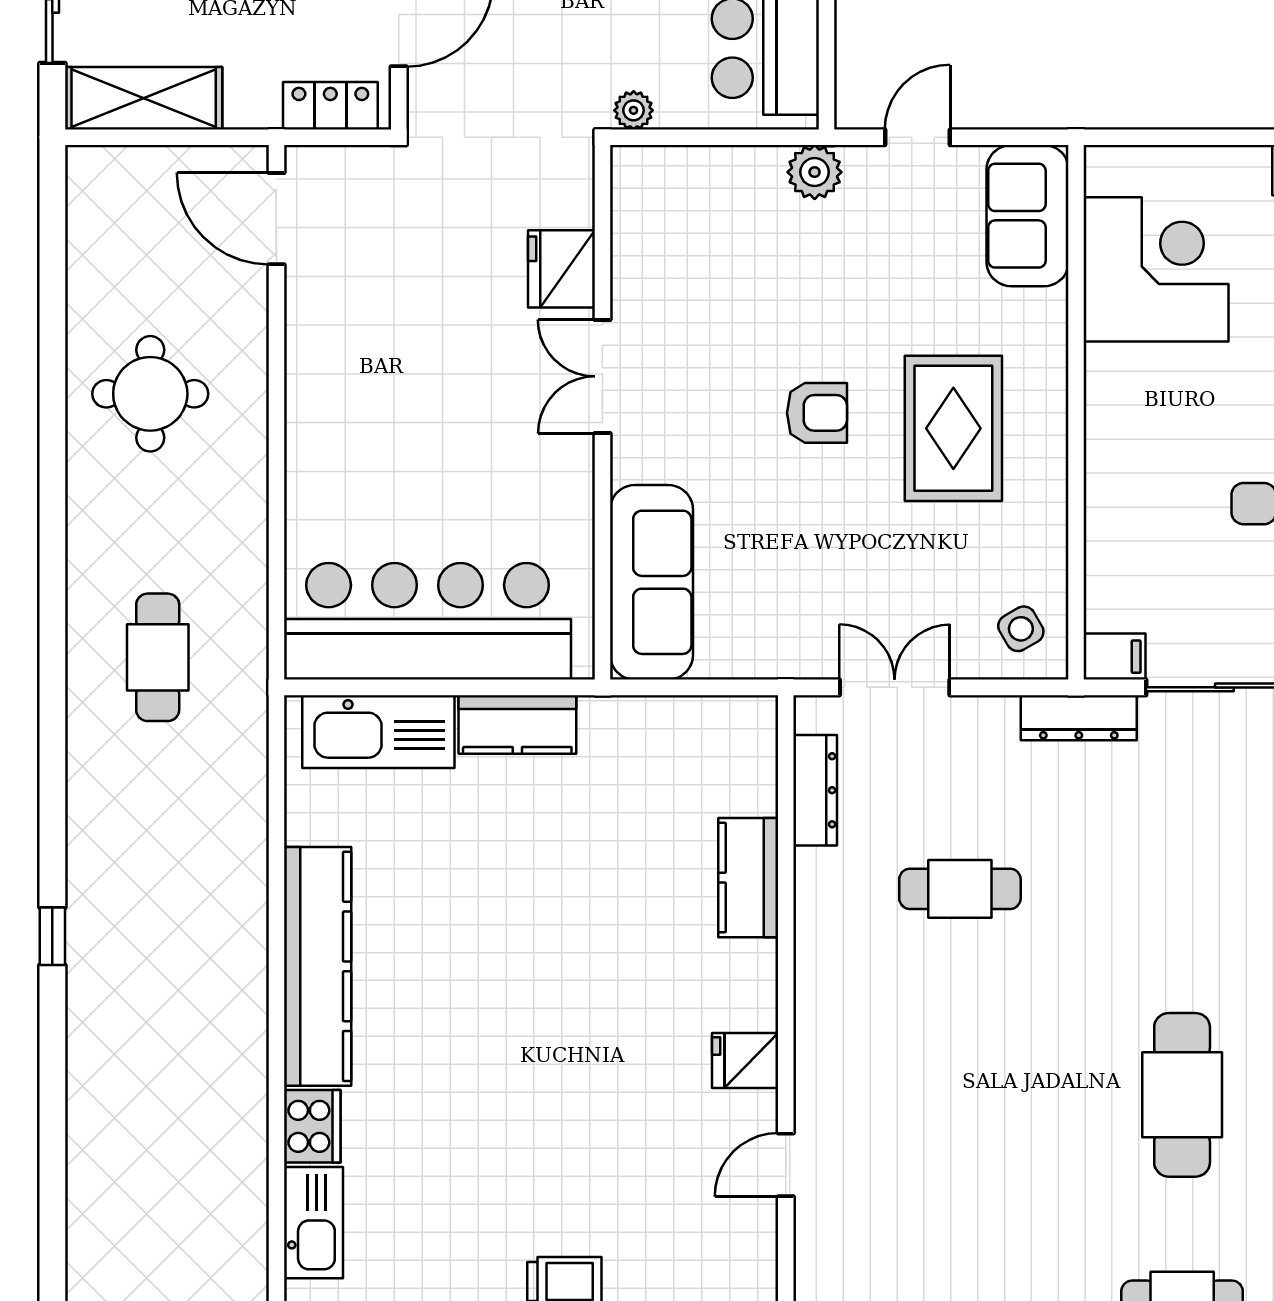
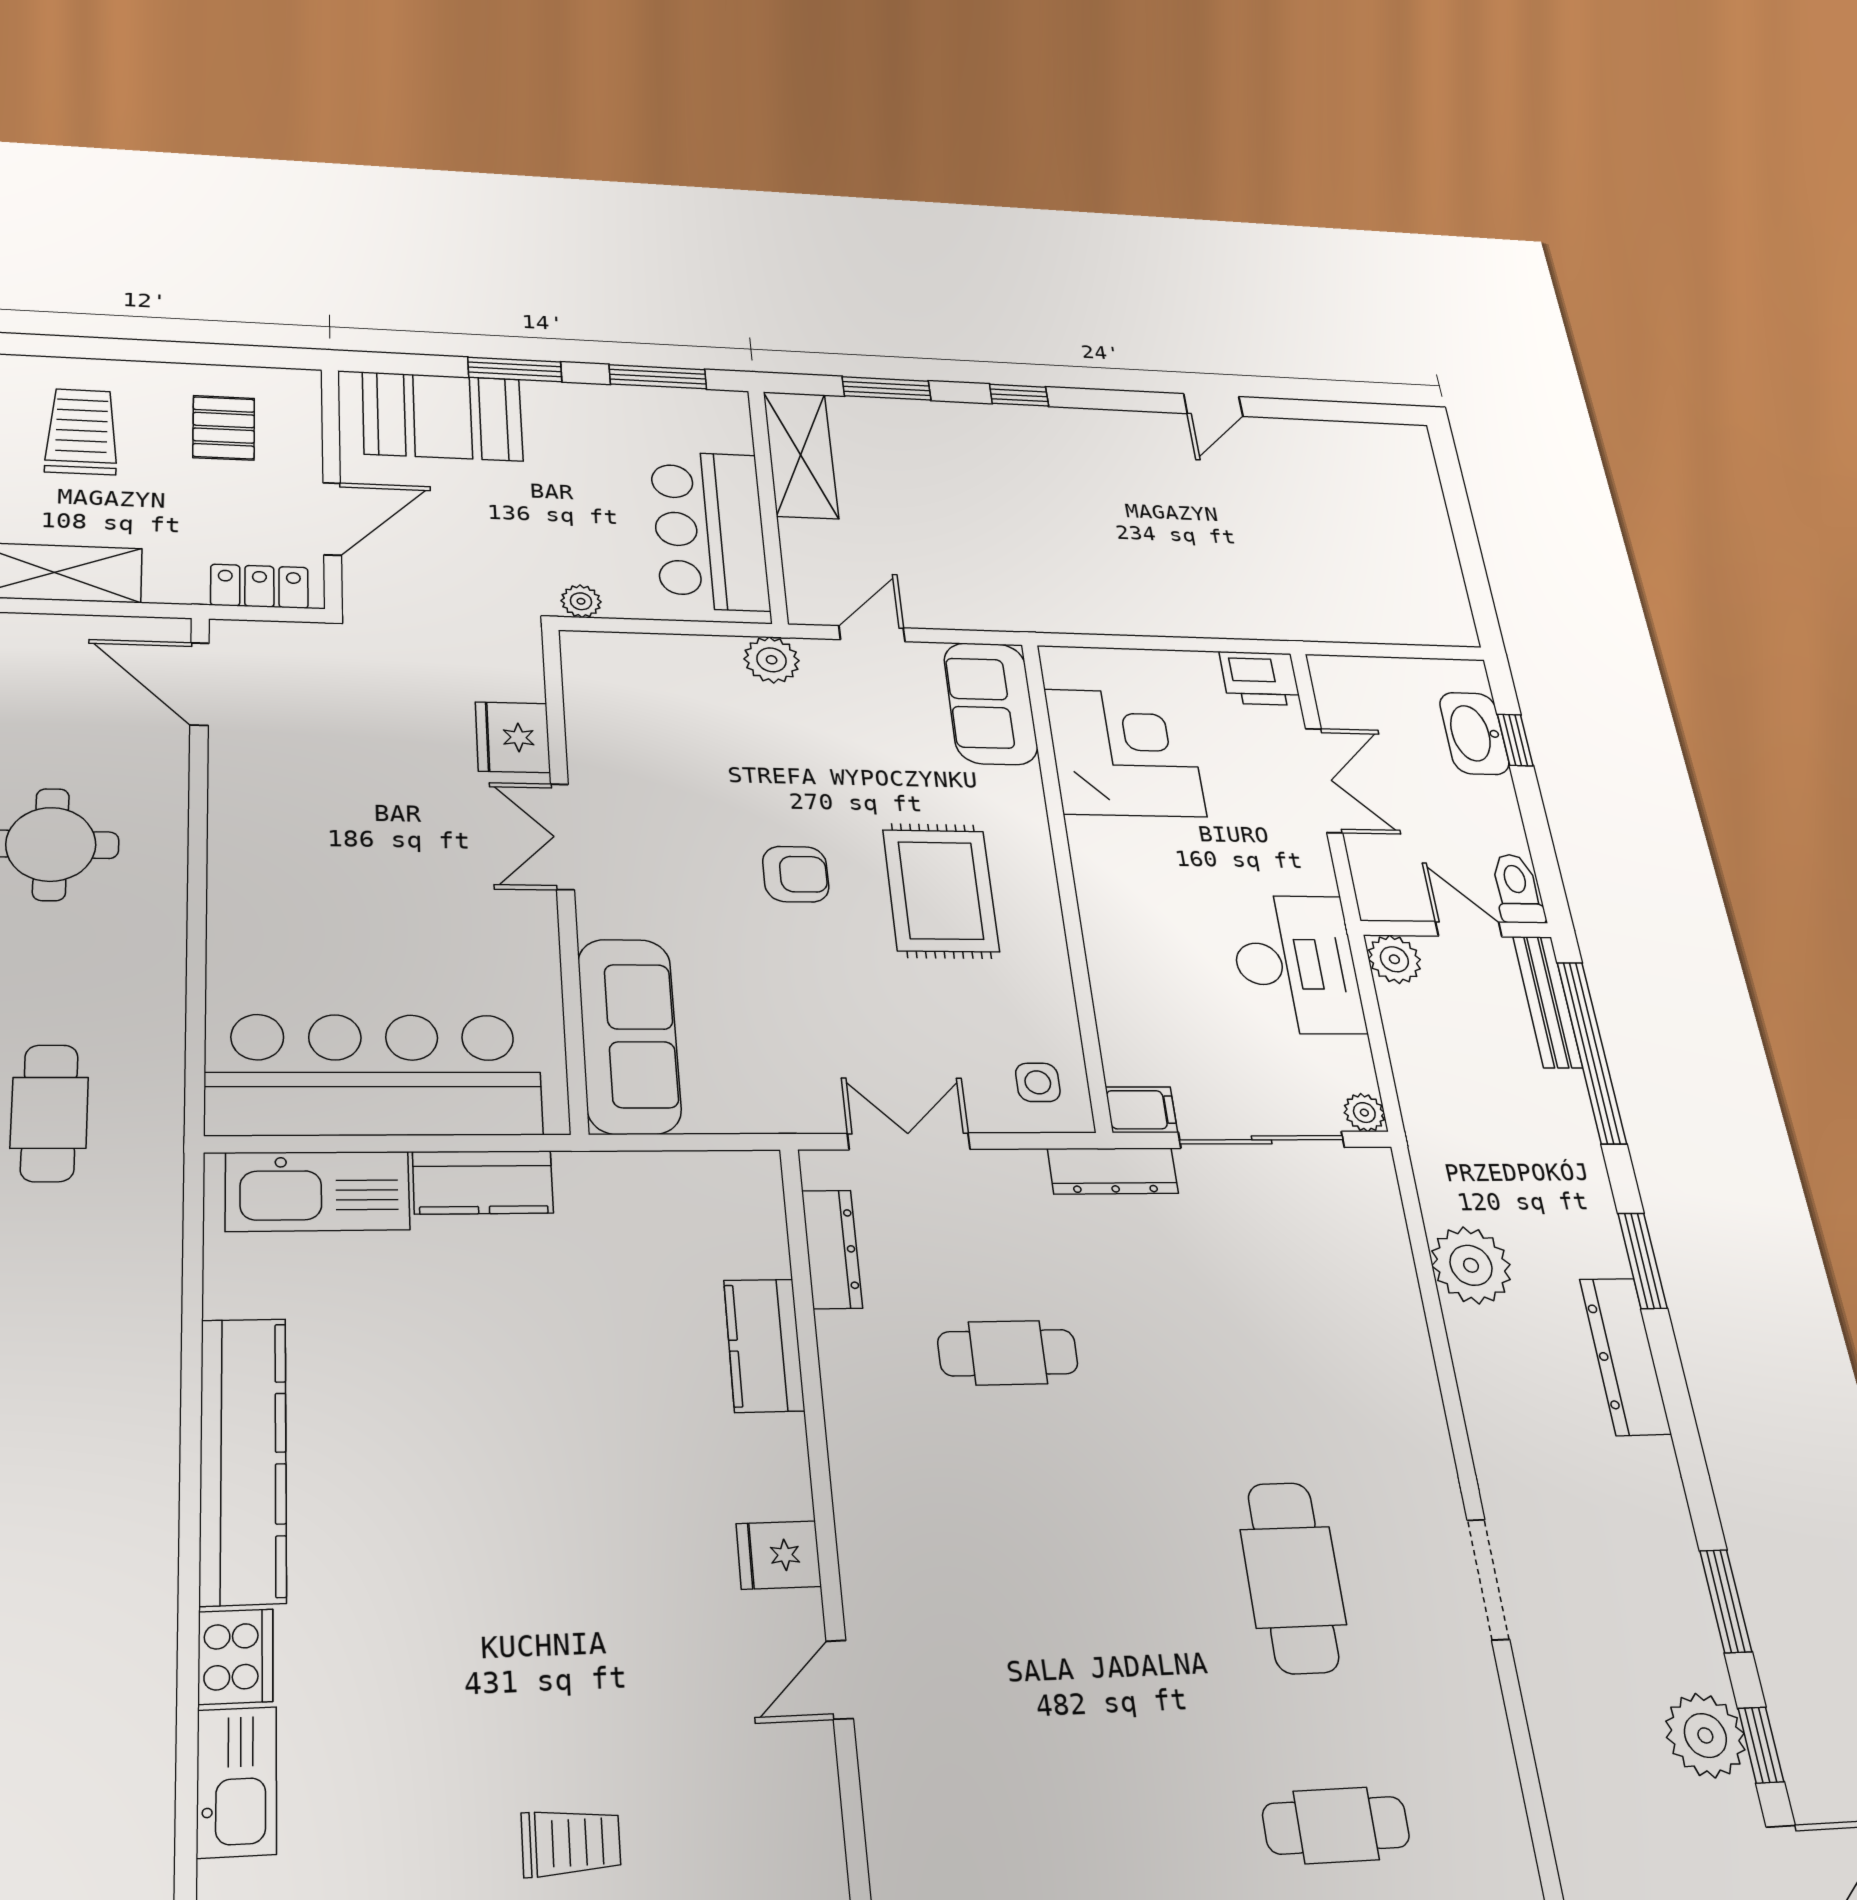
side table: (1021, 629) -> (1038, 1082), turned 30

